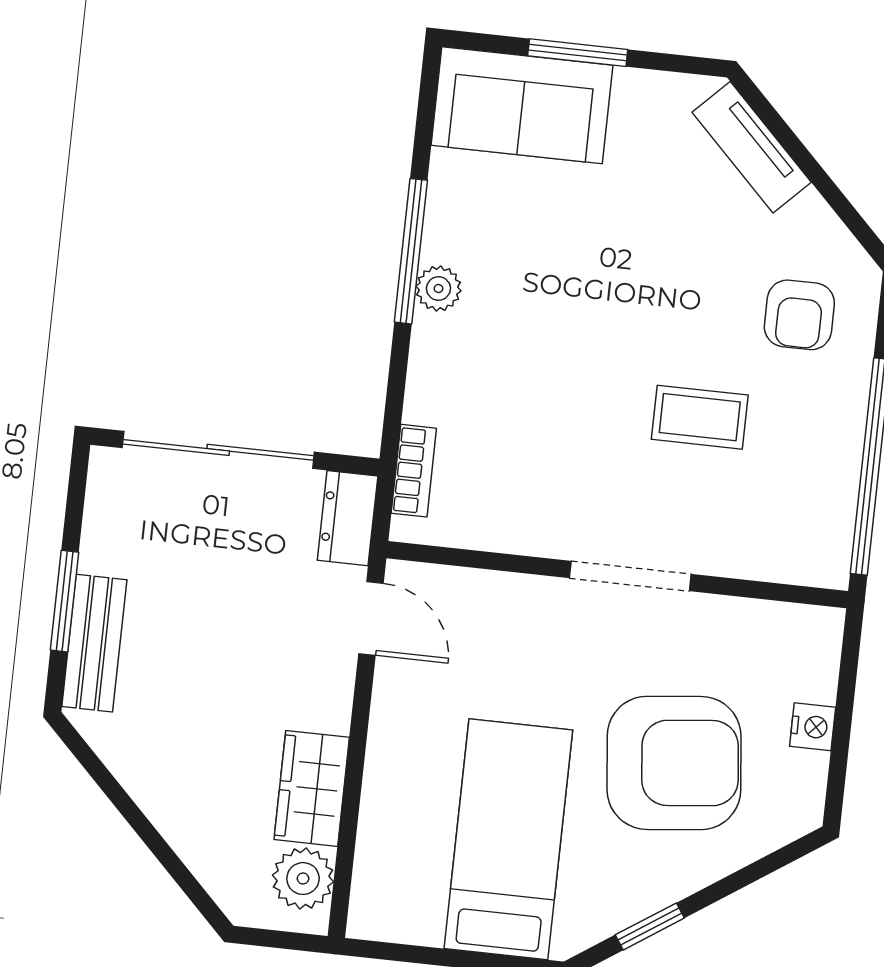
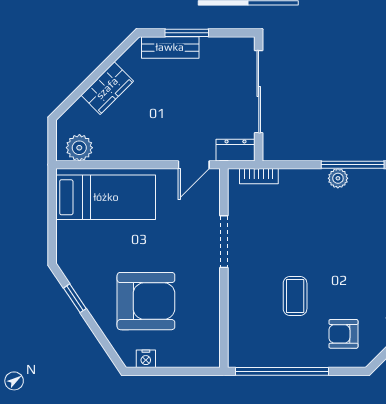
doorway: (630, 576) -> (224, 242), moved
nightstand: (813, 727) -> (146, 359), moved
armchair: (674, 763) -> (146, 301), turned -84
wardrobe: (312, 788) -> (107, 88), moved, turned 135
bed: (508, 839) -> (106, 197), moved

